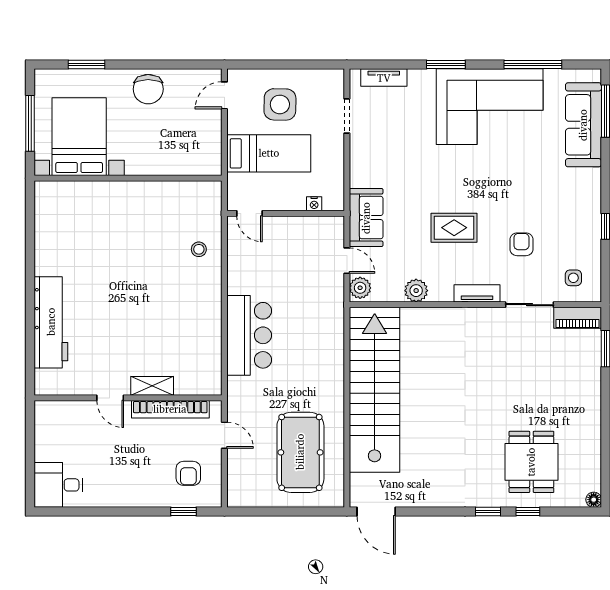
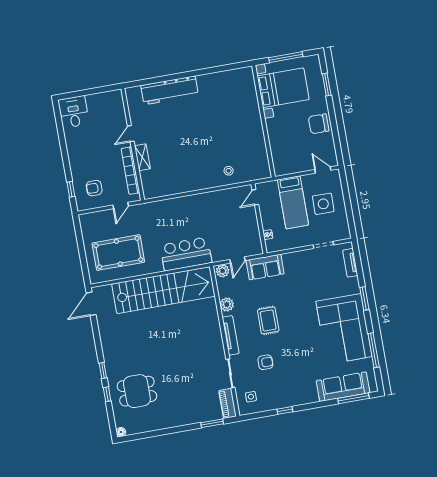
tv unit: (477, 293) -> (231, 335), width x1.41
bar counter: (249, 335) -> (186, 254), moved, turned 180

